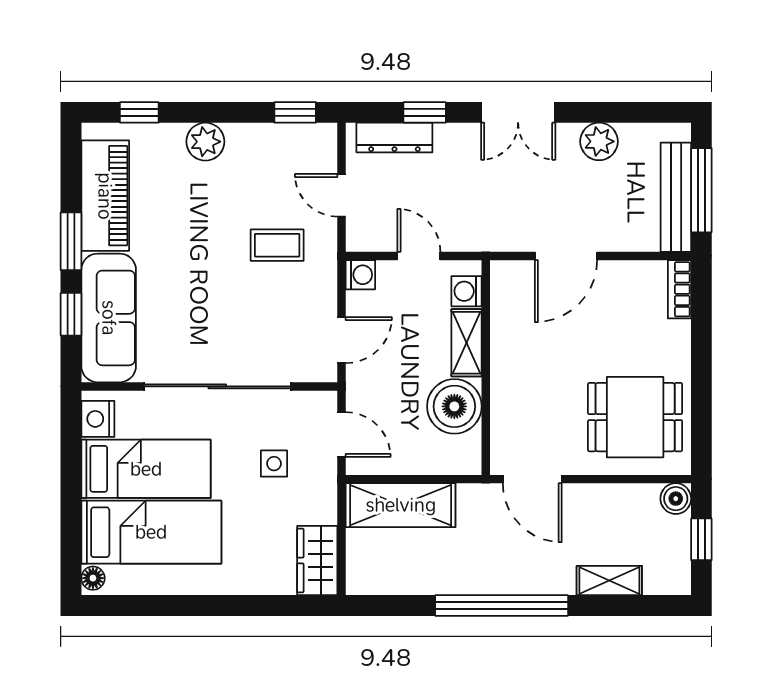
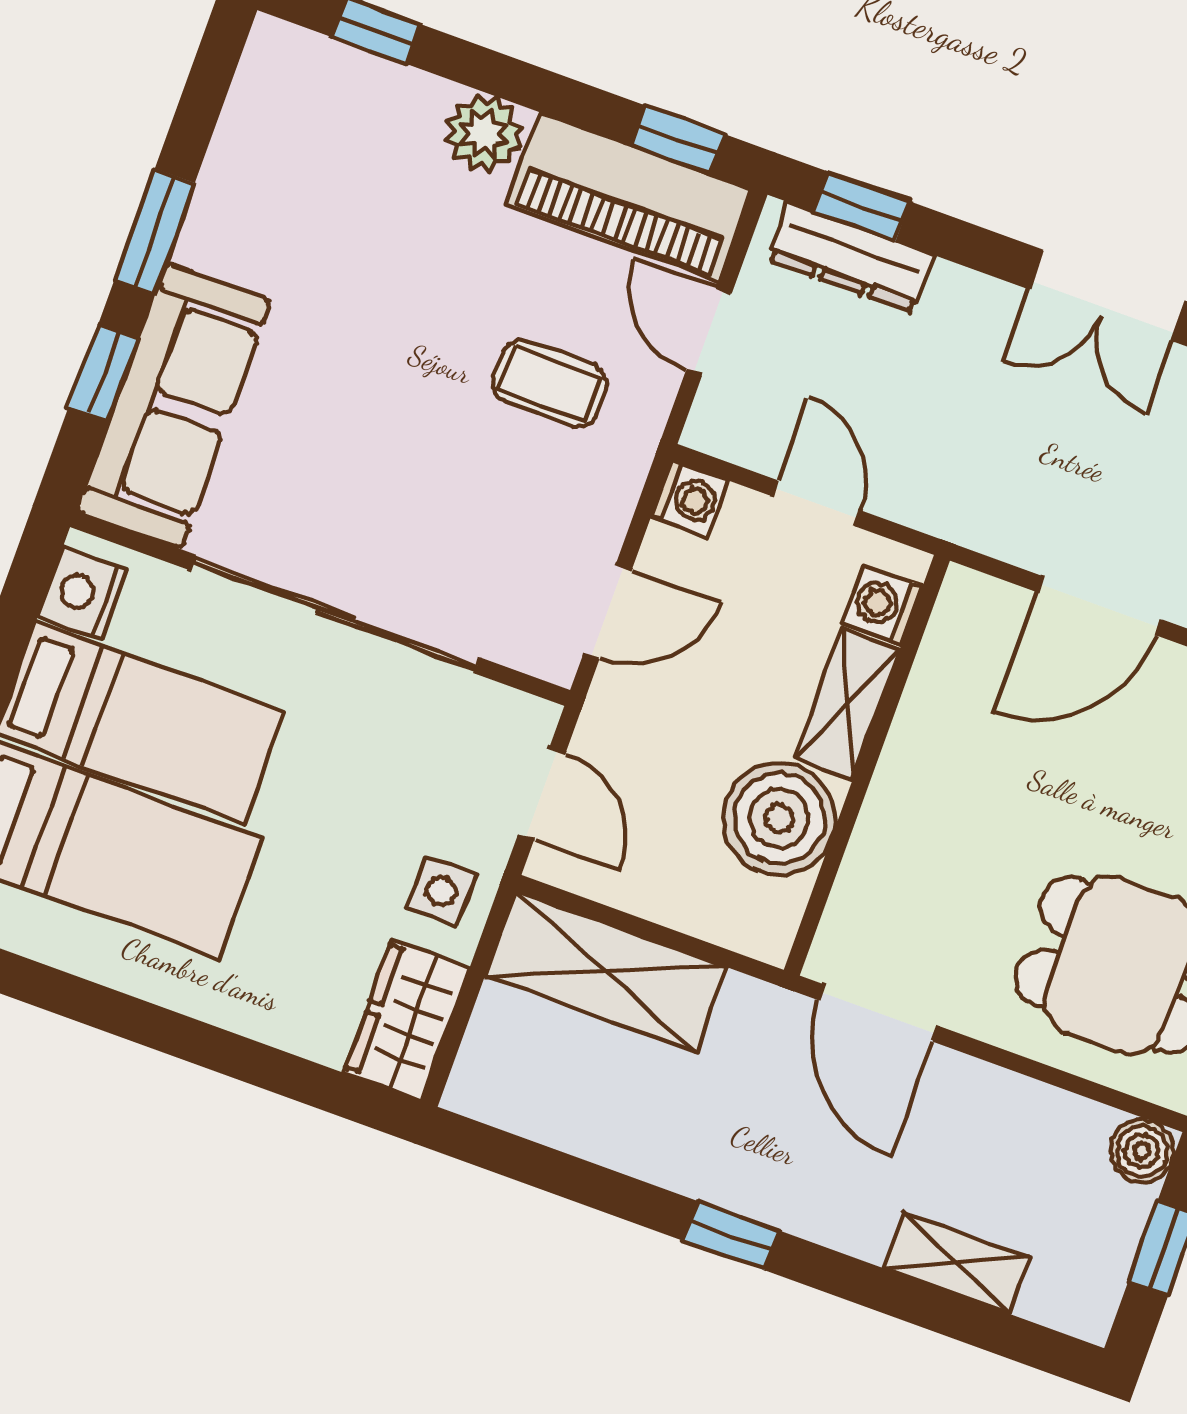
window: (425, 112) -> (862, 206), moved
piano: (105, 196) -> (628, 197), moved, turned 90
side table: (274, 464) -> (441, 891), moved
window: (502, 605) -> (731, 1236), width x0.32

